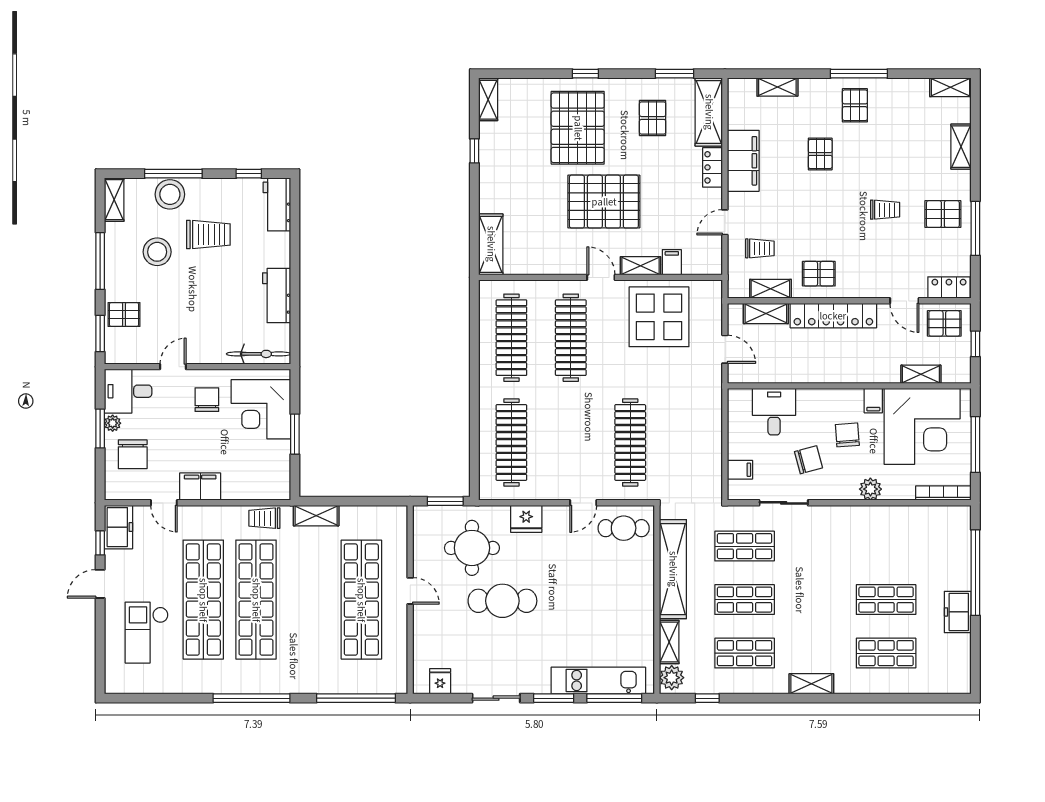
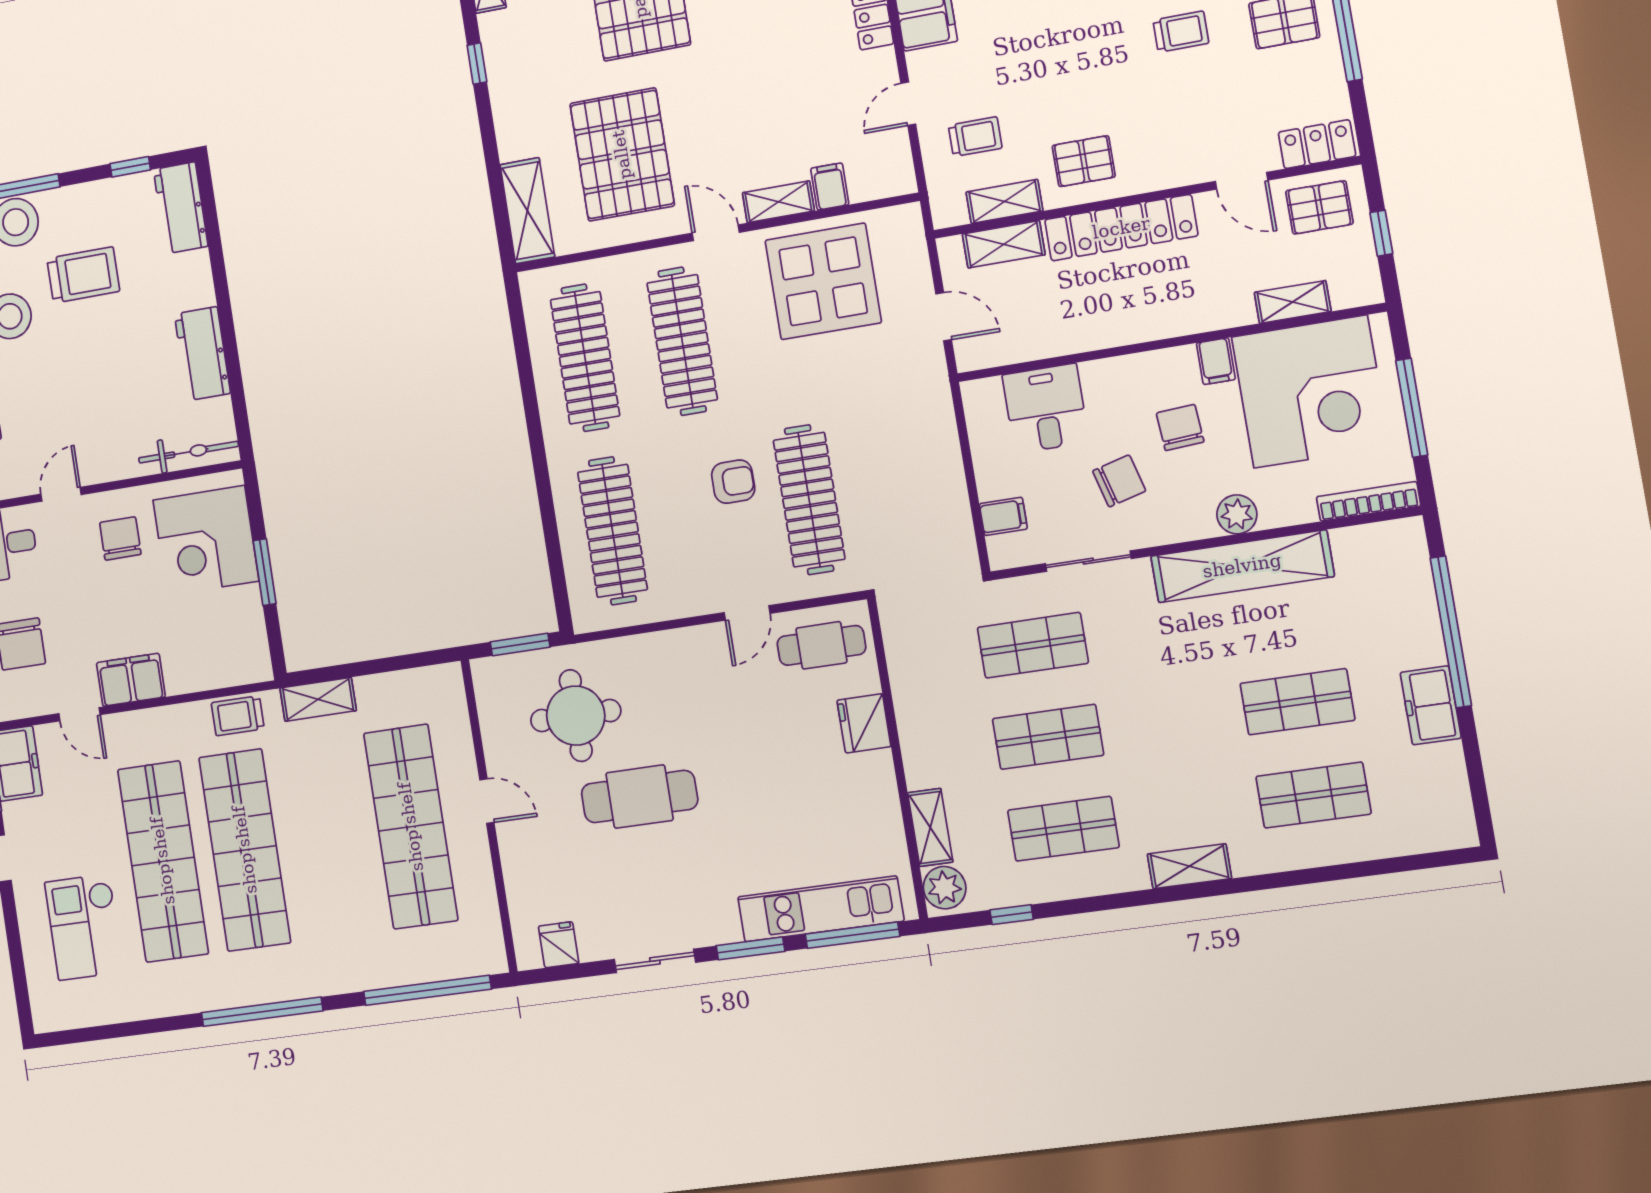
pallet: (604, 202) -> (622, 155), moved, turned 90
armchair: (588, 425) -> (733, 482), added
fridge: (526, 519) -> (864, 723), moved, turned 90
shelving: (673, 569) -> (1242, 566), moved, turned 90

